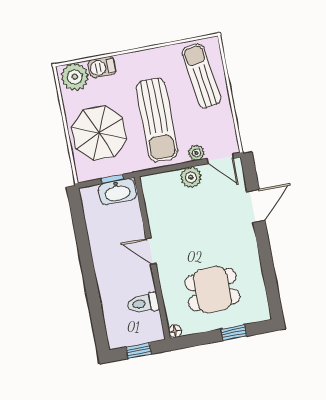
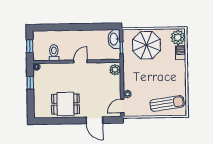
sun lounger: (157, 120) -> (148, 76), removed
plant: (191, 177) -> (115, 70), moved
washbasin: (117, 192) -> (114, 39), moved
dining table: (212, 290) -> (65, 104), moved, turned 90
window: (234, 333) -> (30, 83), moved

